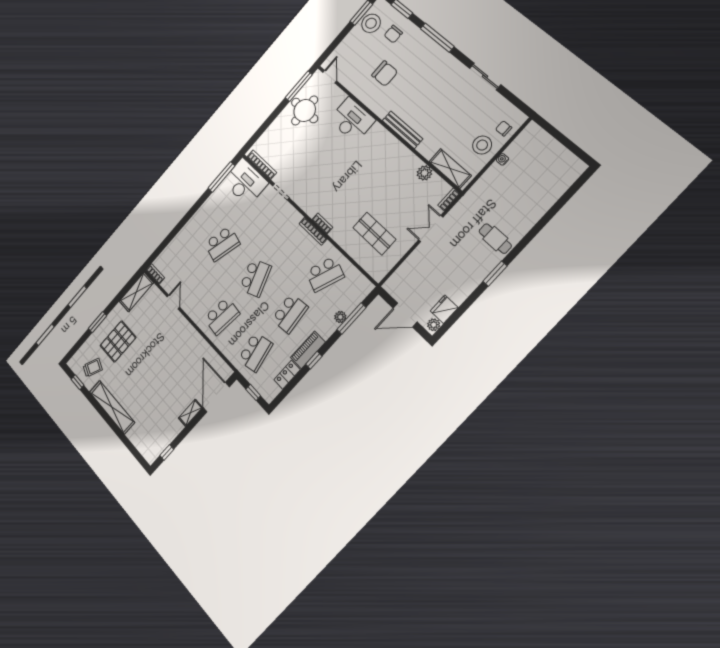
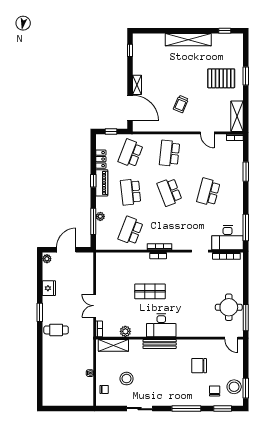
desk: (352, 120) -> (161, 325), moved
stool: (482, 145) -> (127, 379), moved
double door: (431, 228) -> (95, 306), swing flipped
window: (175, 232) -> (246, 172), added
shop shelf: (374, 234) -> (150, 291), moved
fridge: (444, 309) -> (49, 288), moved
pallet: (118, 341) -> (221, 78), turned 90
school desk: (255, 352) -> (131, 153), turned 33
trolley: (93, 368) -> (181, 104), moved

